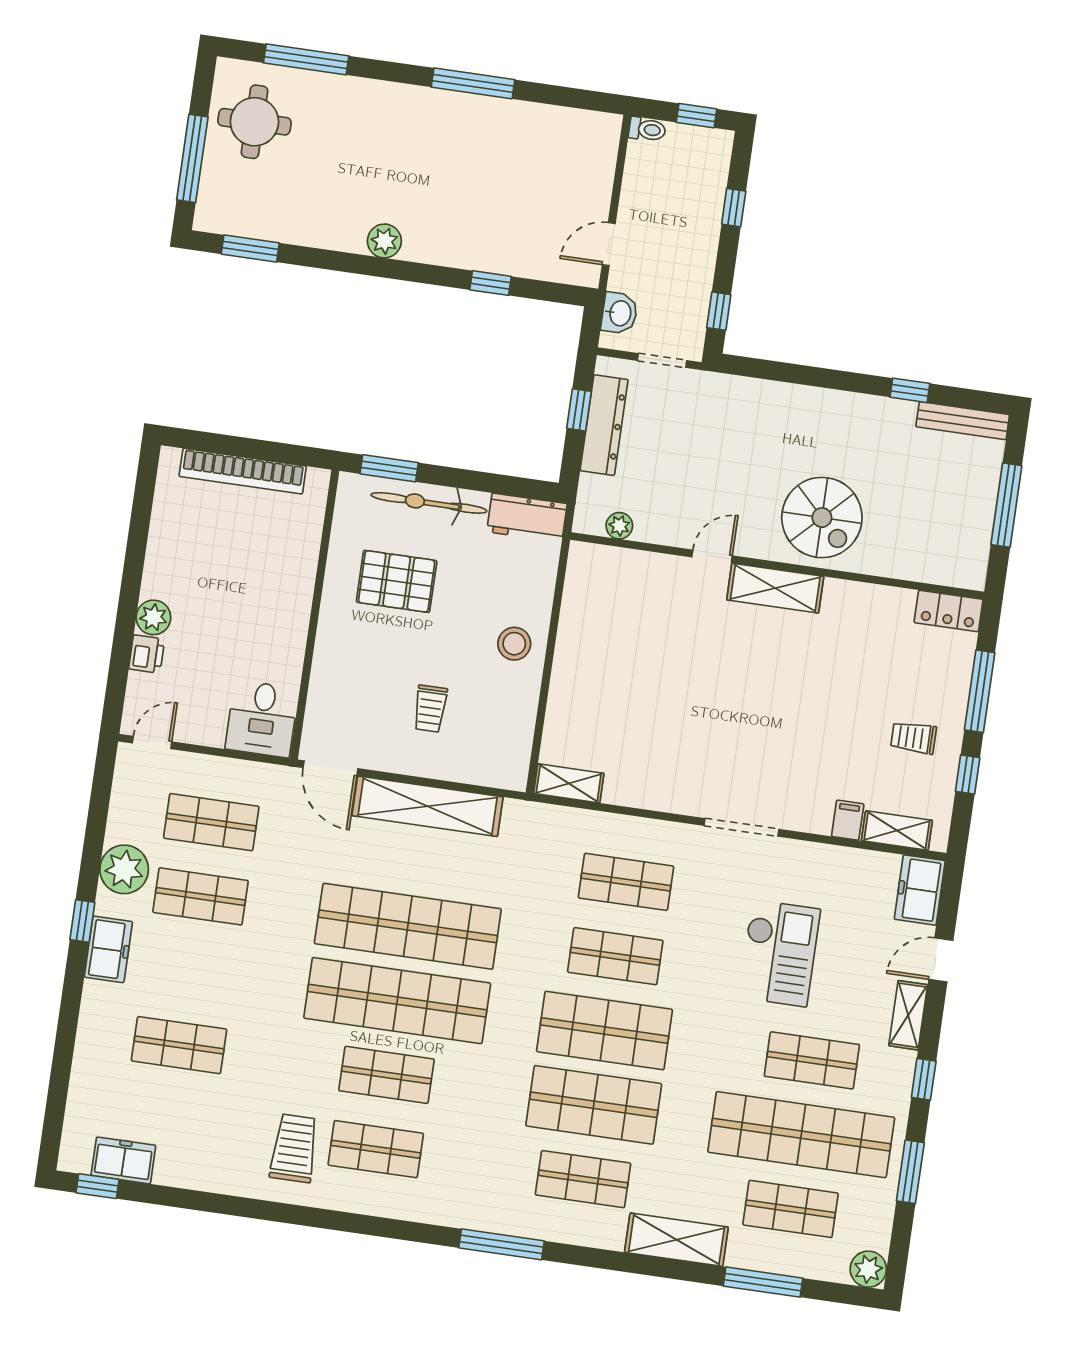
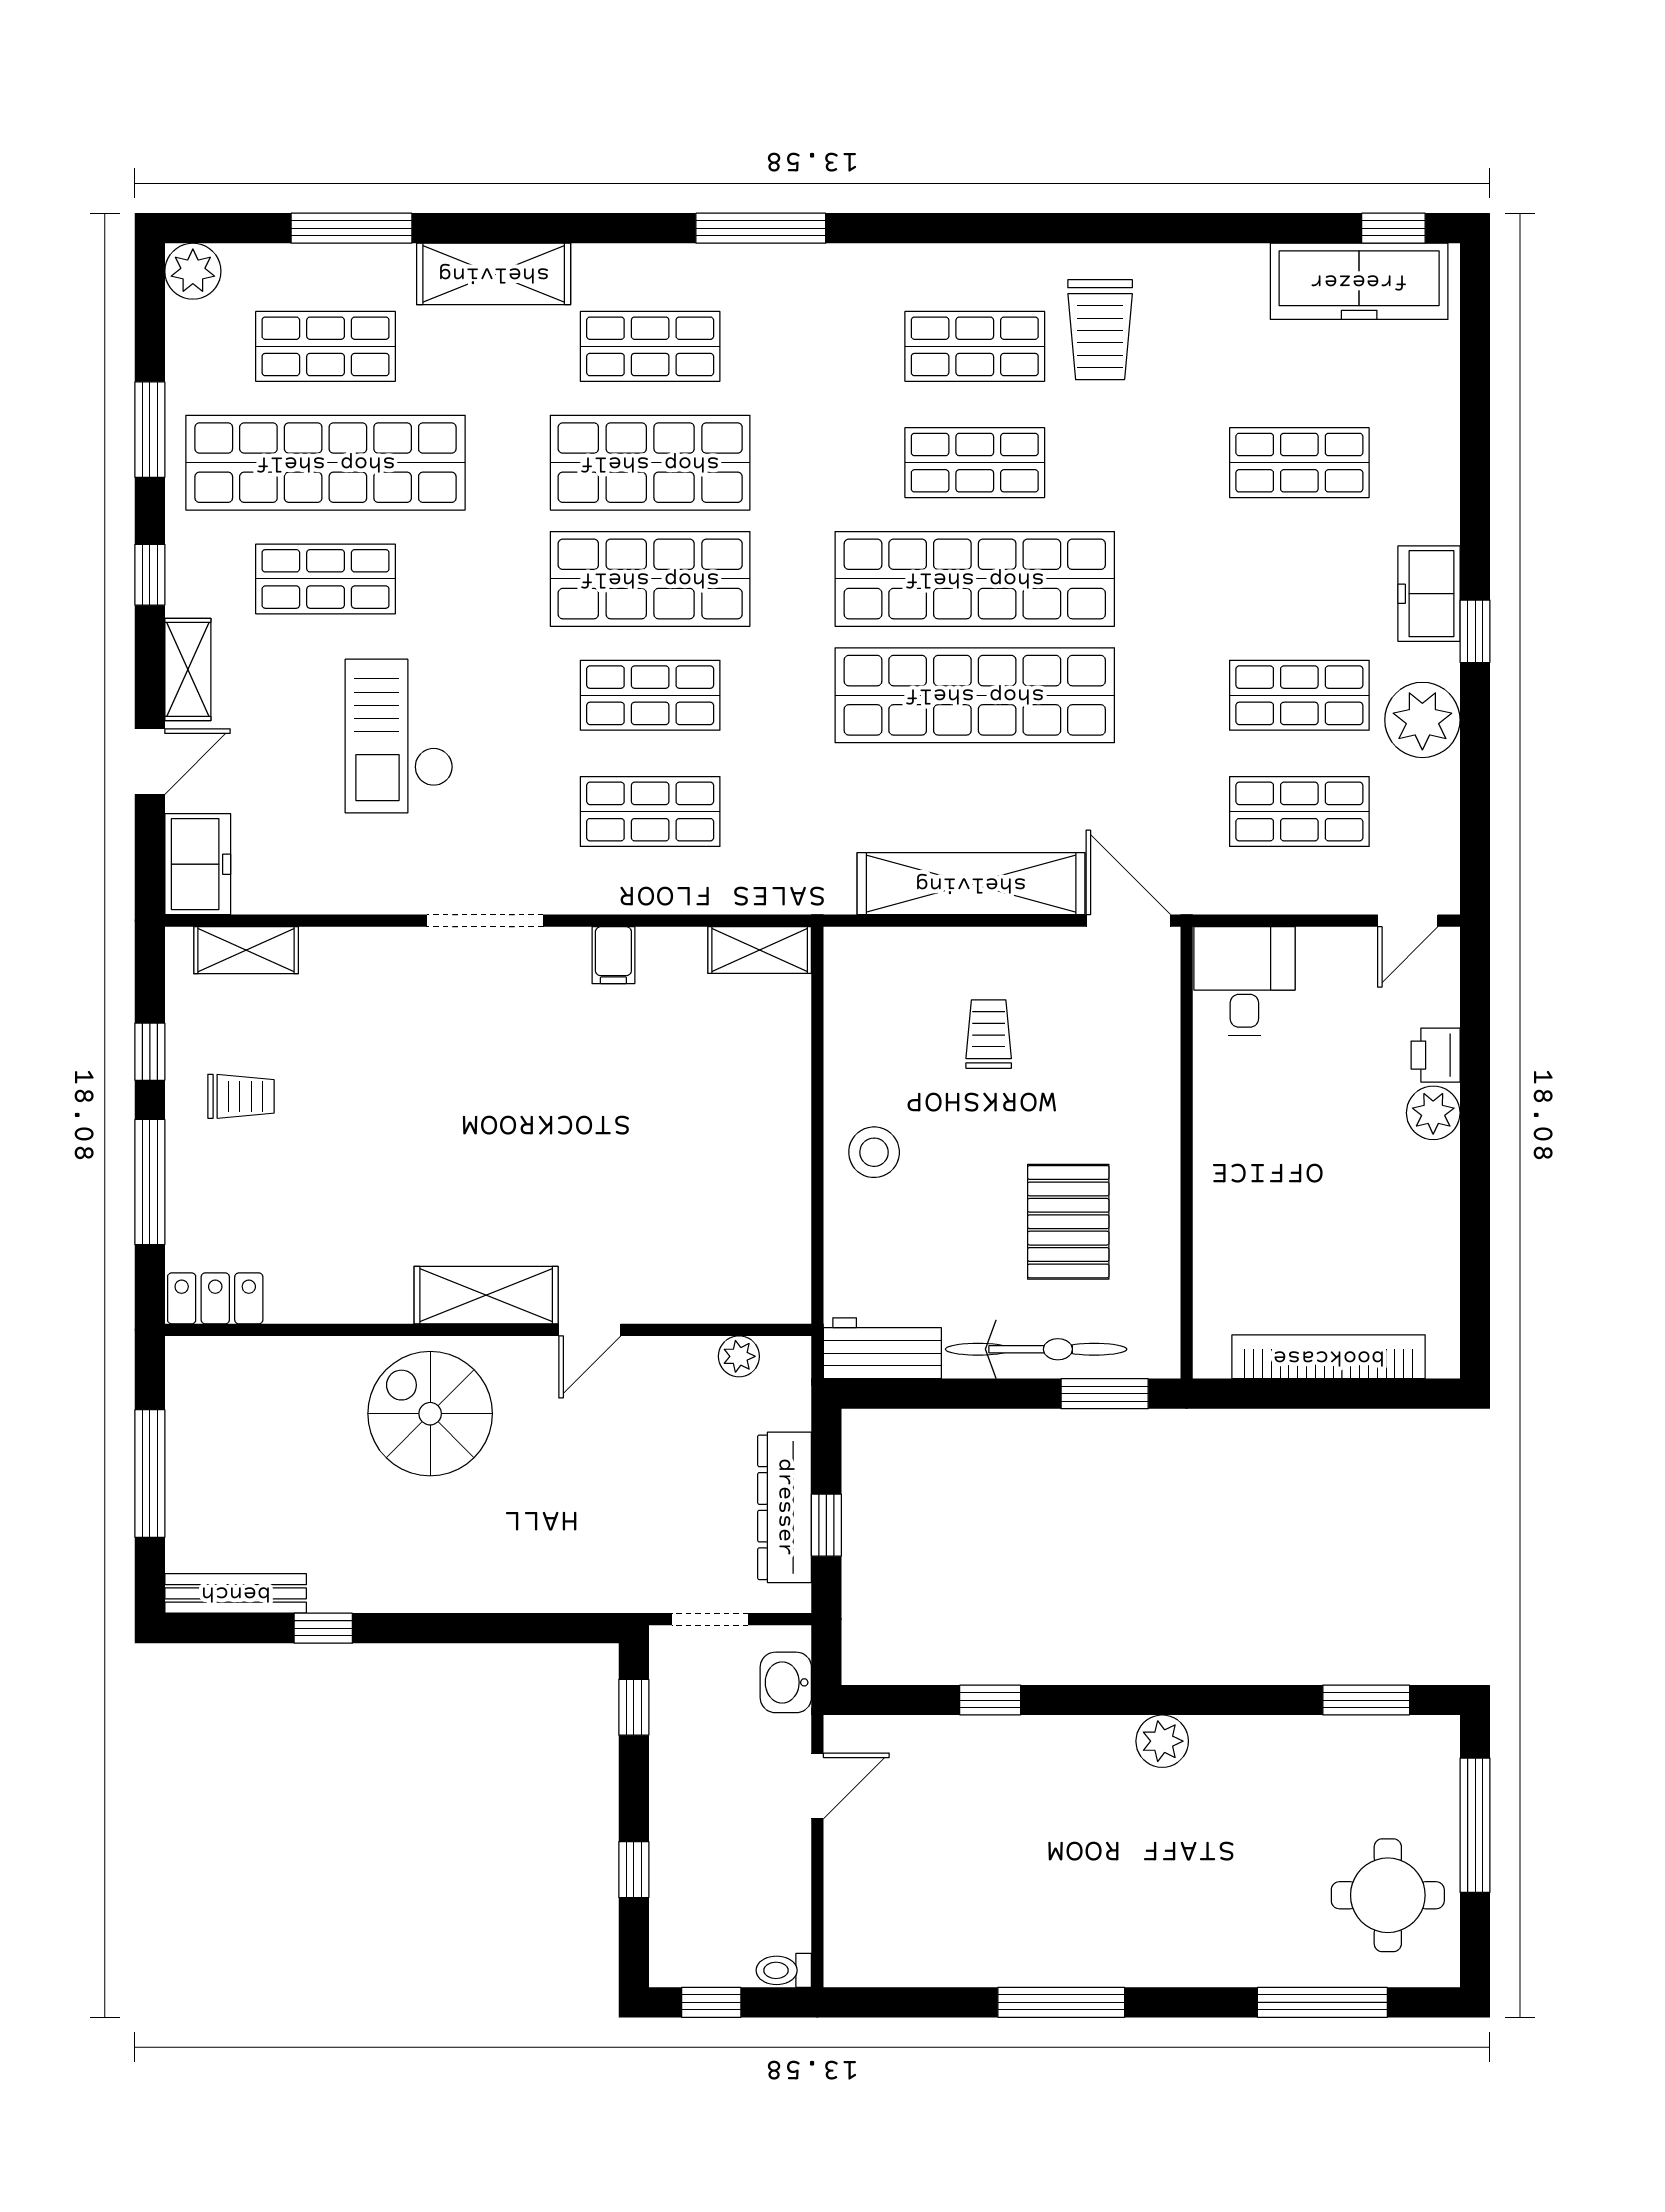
pallet: (397, 581) -> (1068, 1222), turned 90
filing cabinet: (848, 820) -> (613, 955), moved
freezer: (123, 1160) -> (1359, 281), width x1.91, depth x1.26

